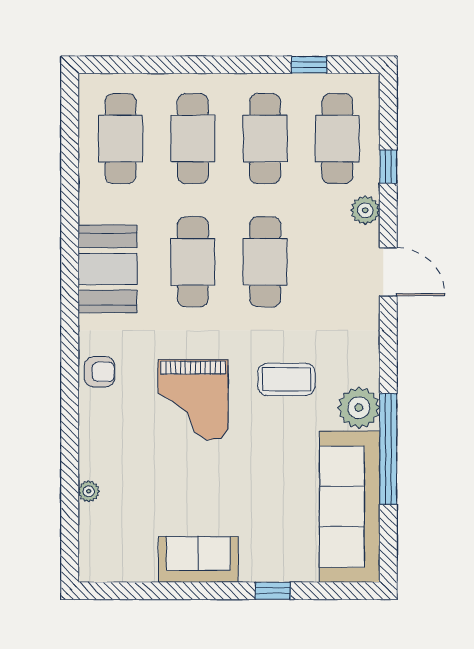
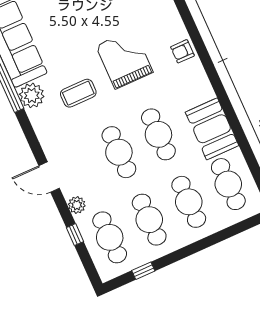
booth: (108, 269) -> (212, 129), moved

